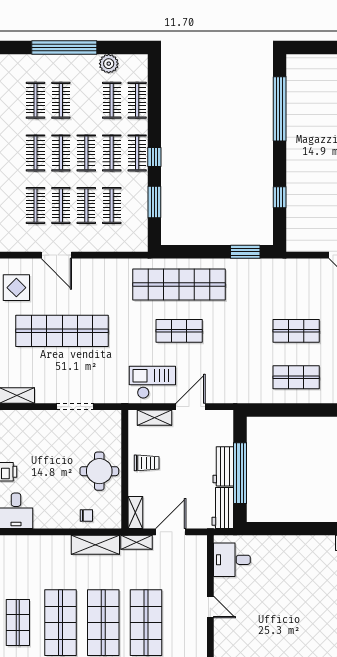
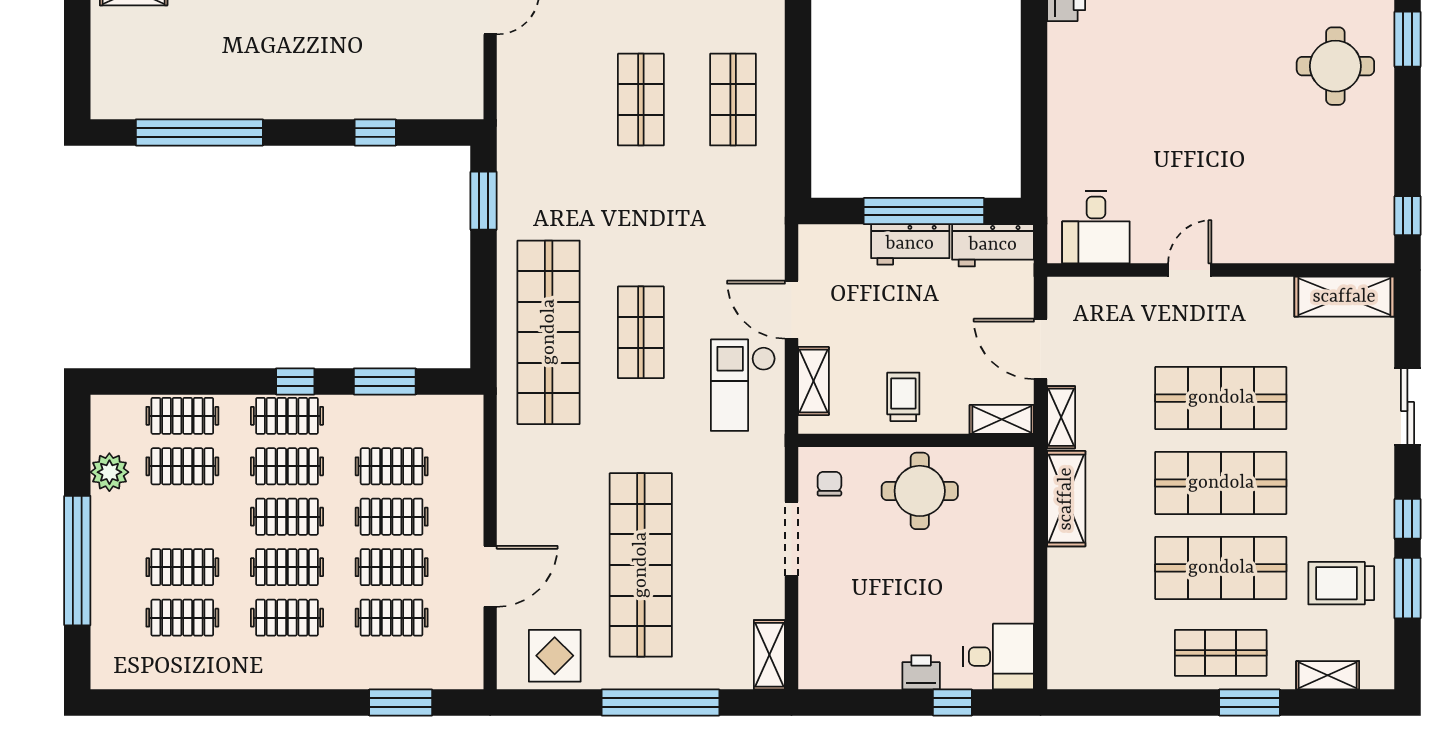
chair: (86, 515) -> (829, 484), moved

